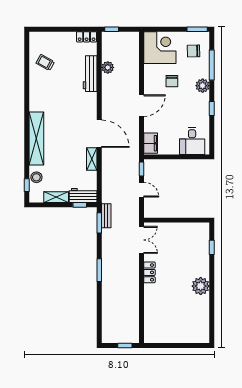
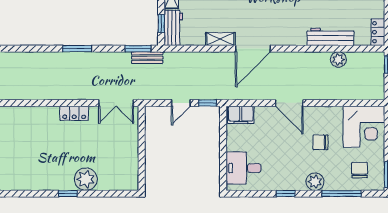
window: (212, 247) -> (68, 194), moved
plant: (201, 286) -> (86, 179), moved

